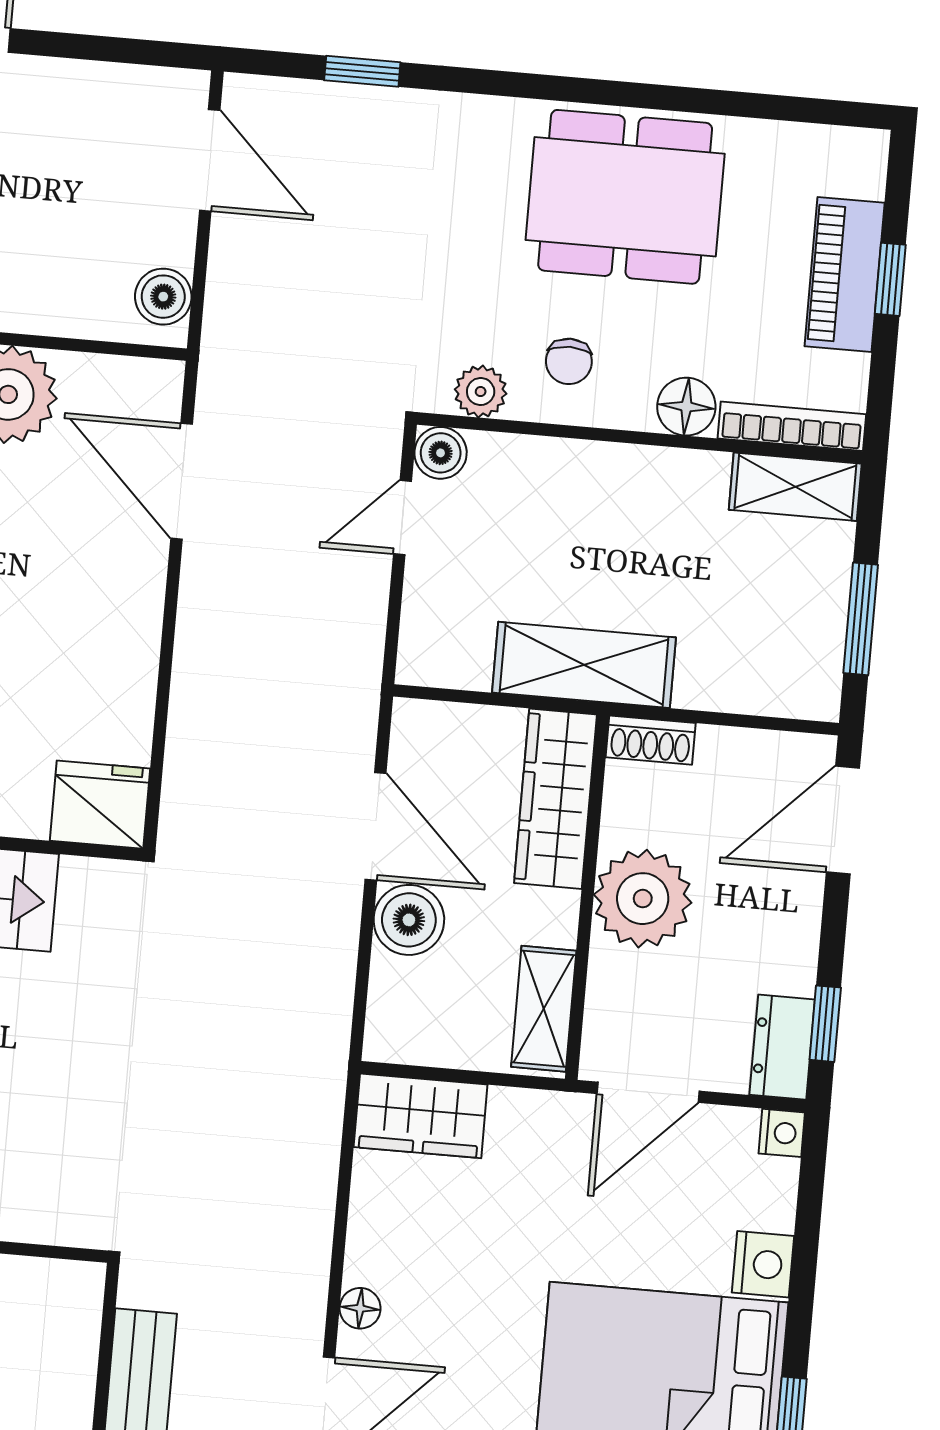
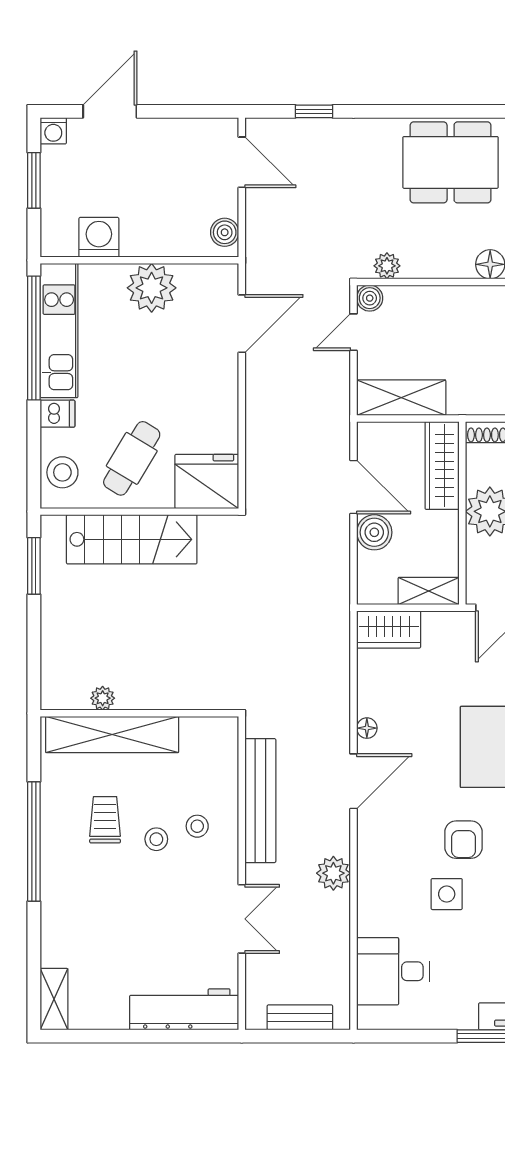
chair: (569, 361) -> (430, 247), removed
door: (182, 481) -> (242, 324), swing flipped
shelving: (584, 665) -> (401, 398), moved
fridge: (100, 805) -> (207, 481), width x1.36, depth x1.34
shelving: (544, 1009) -> (429, 591), moved, turned 90

